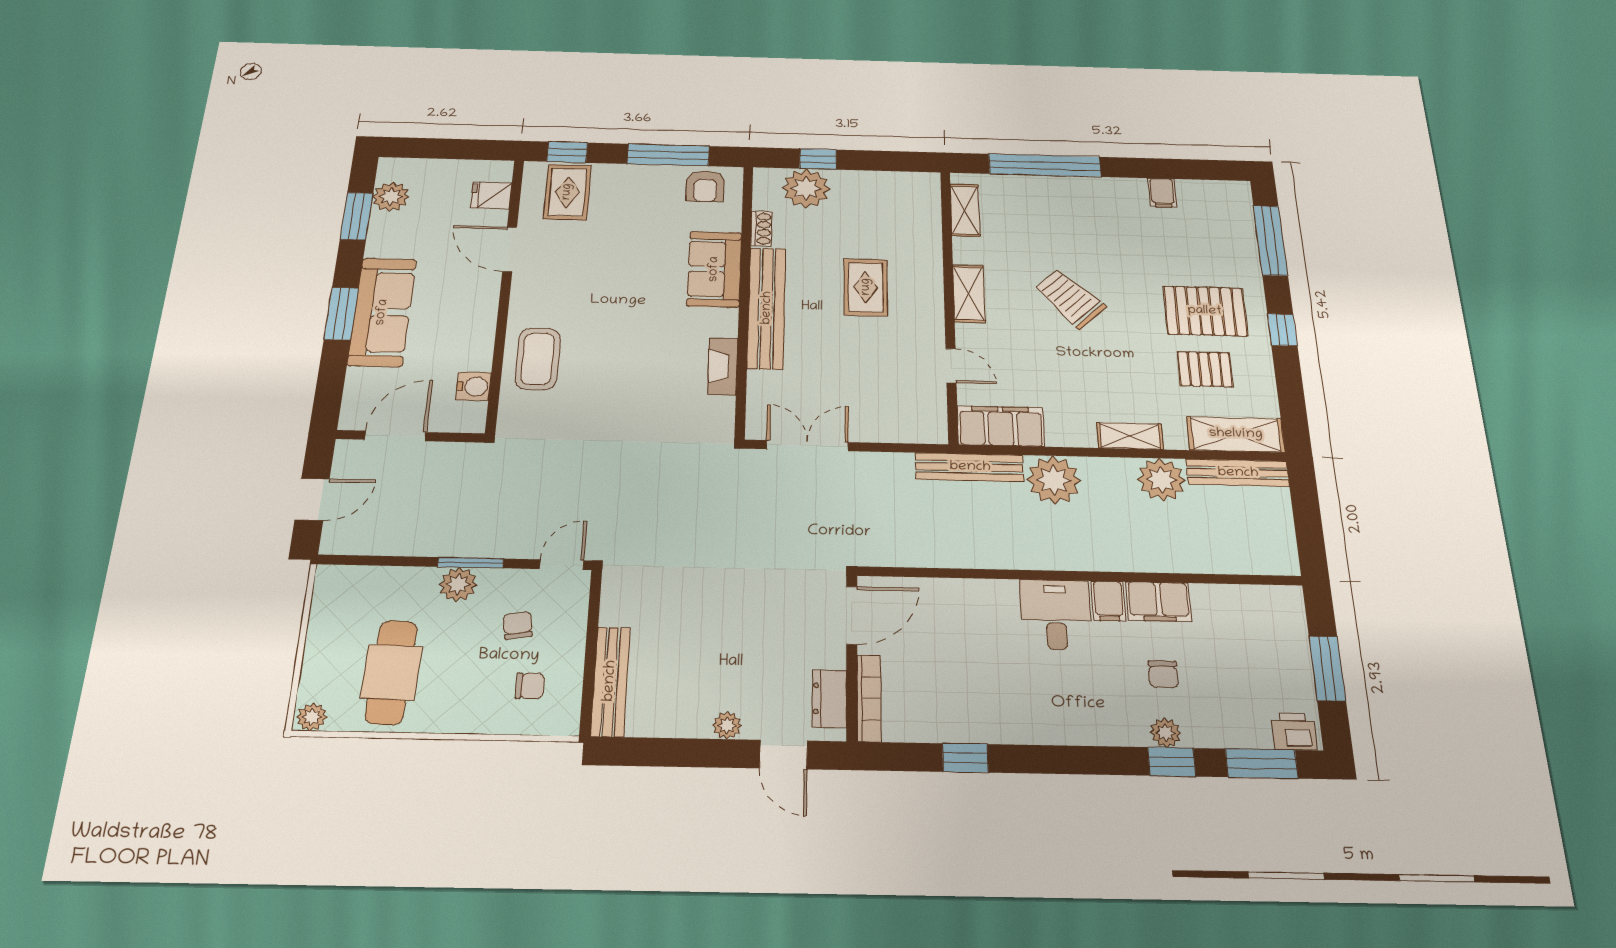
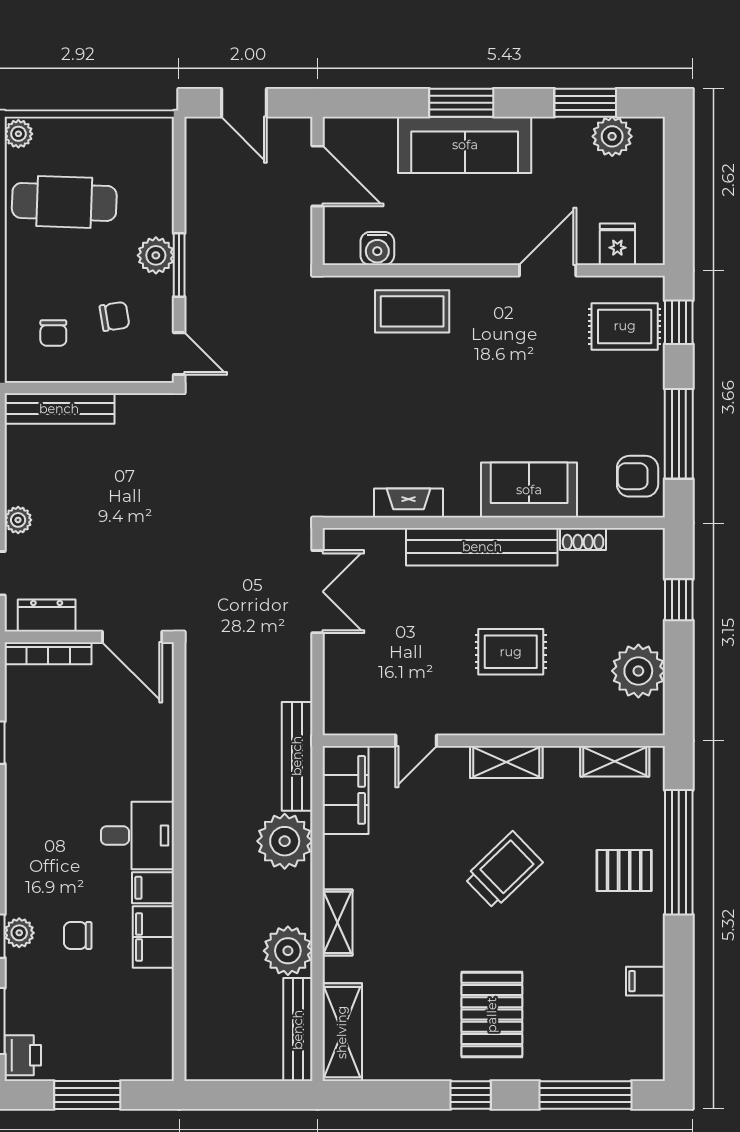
plant: (806, 188) -> (638, 671), moved
pallet: (1205, 369) -> (624, 871), moved, turned 90

